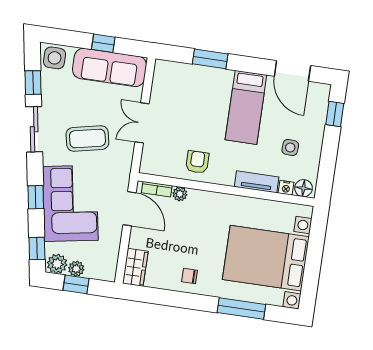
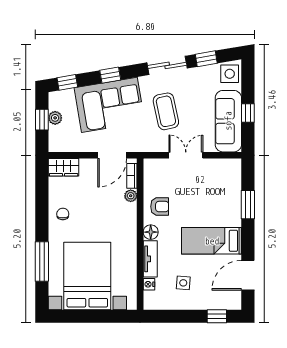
floor lamp: (304, 188) -> (151, 232), moved
plant: (57, 264) -> (57, 101), removed

